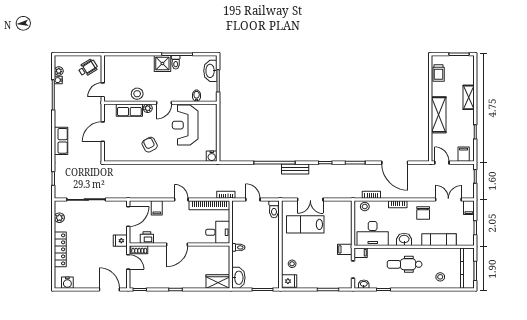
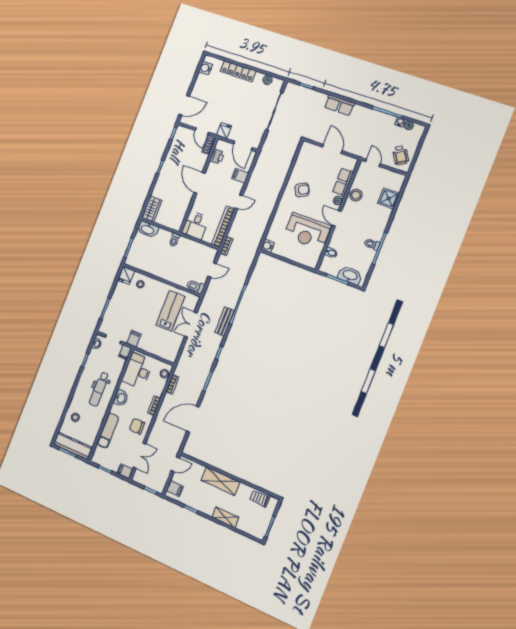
shower: (162, 64) -> (389, 198), moved
reception desk: (185, 125) -> (307, 231), turned 180
door: (128, 262) -> (202, 131), hinge flipped
dental chair: (405, 264) -> (99, 389), turned 180

